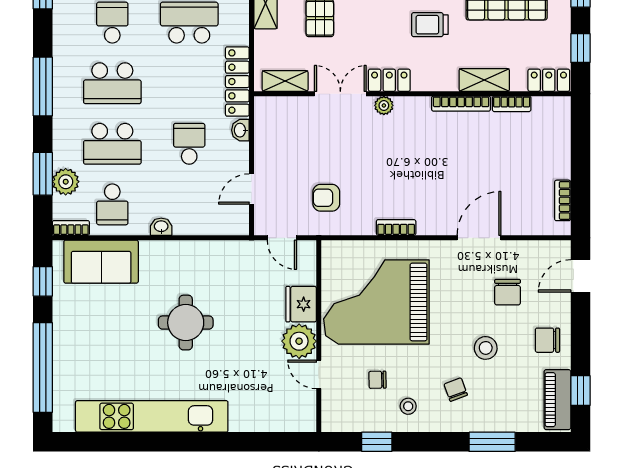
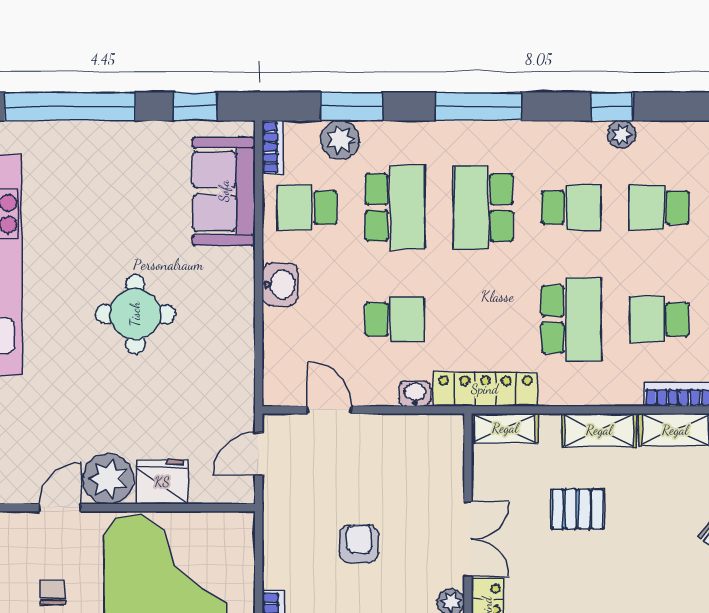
shelving: (285, 81) -> (505, 428), moved, turned 90
school desk: (112, 144) -> (395, 208), turned 180
armchair: (326, 198) -> (359, 544), moved
washbasin: (161, 227) -> (280, 284), width x1.38, depth x1.45

